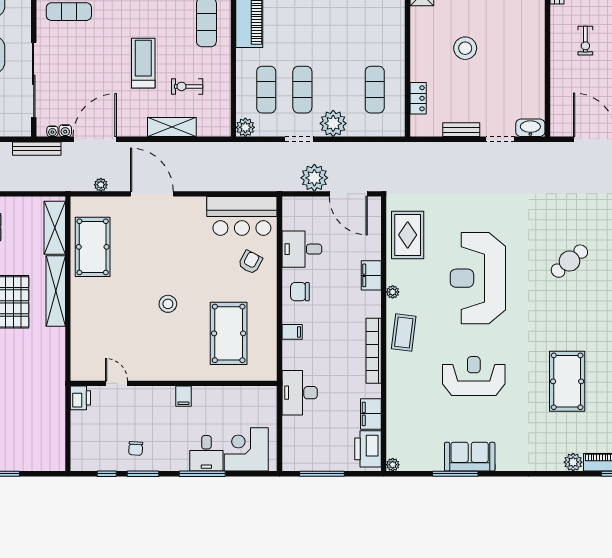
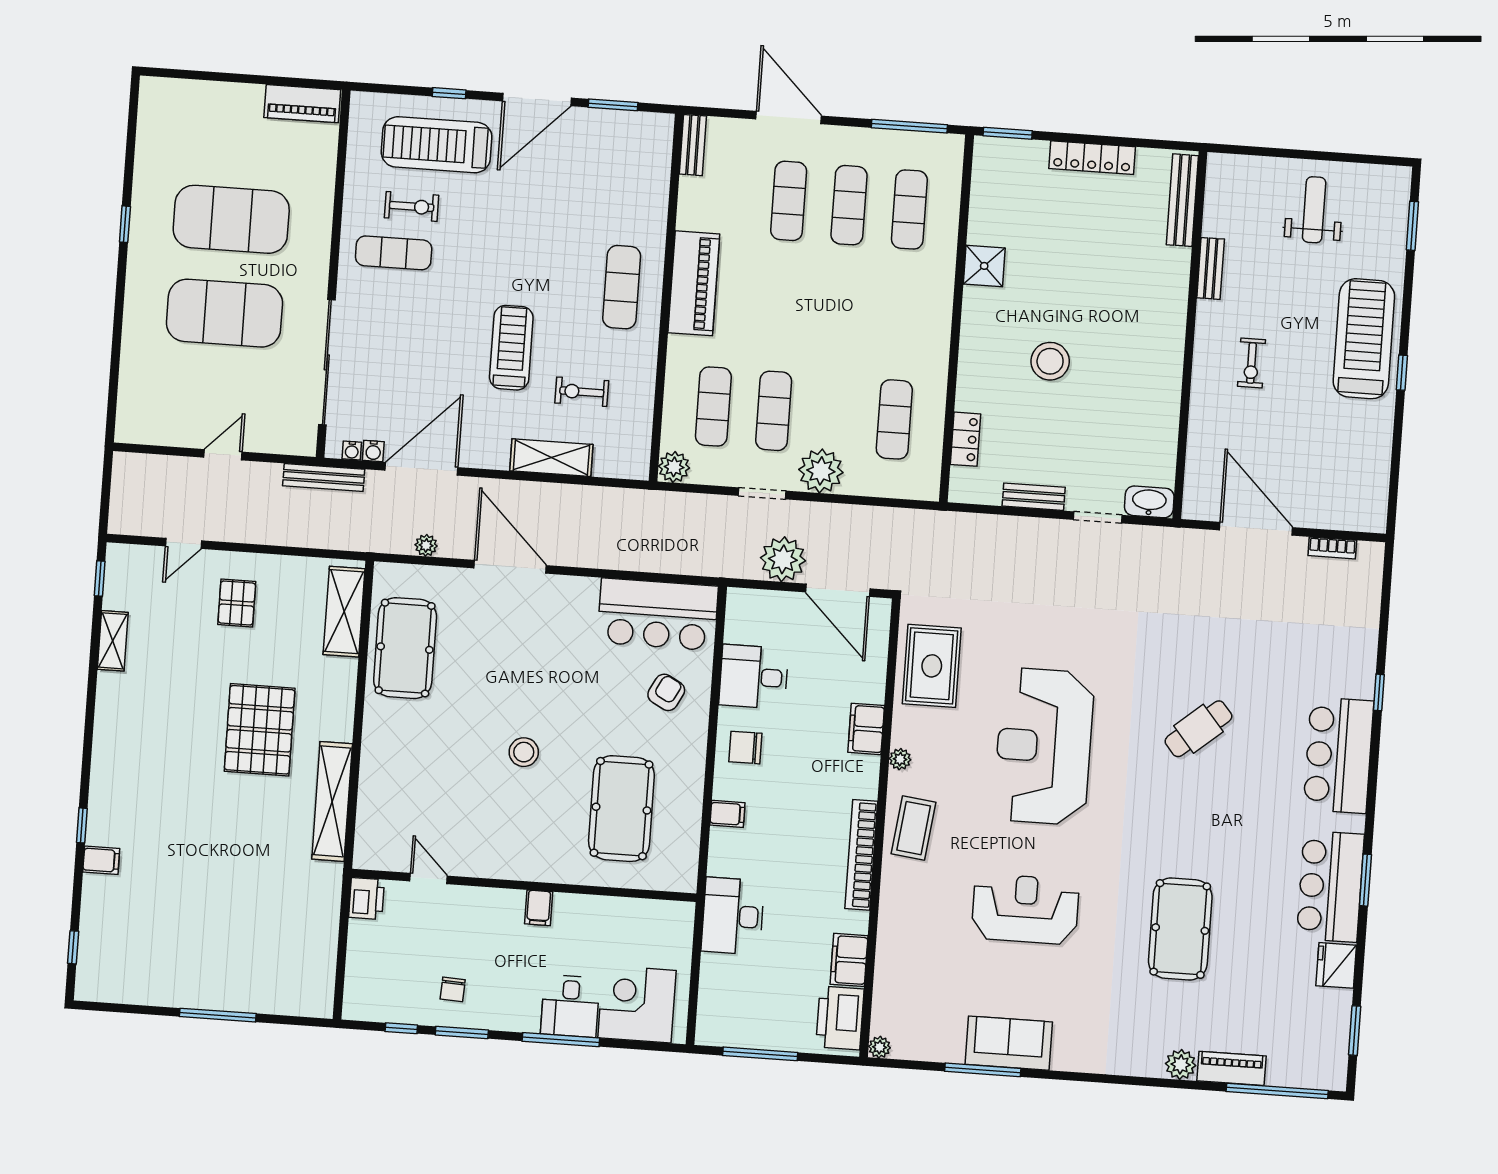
shelving: (56, 291) -> (332, 801), moved

